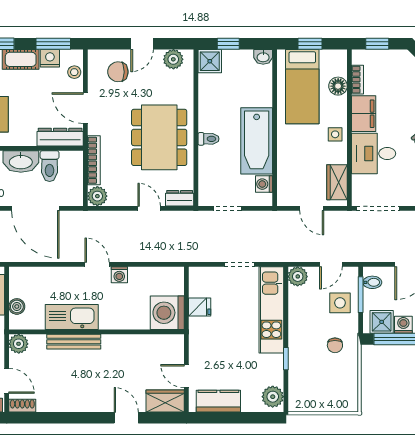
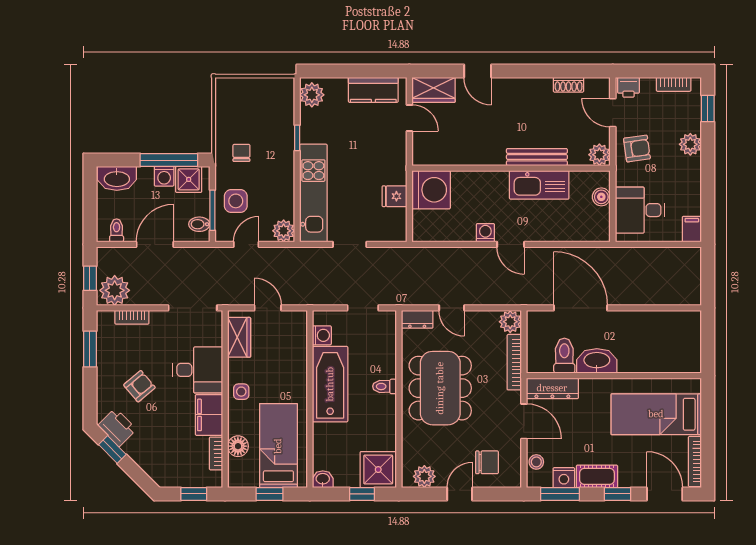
shower: (210, 61) -> (378, 470), width x1.36, depth x1.36
shoe rack: (22, 406) -> (569, 85), moved

